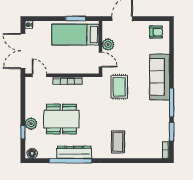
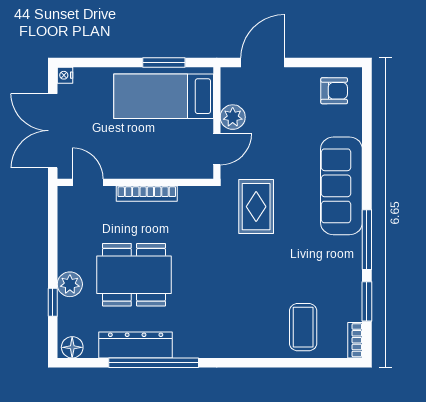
door: (101, 60) -> (217, 149), hinge flipped
coffee table: (118, 142) -> (303, 327), moved
dresser: (74, 152) -> (136, 345), moved

